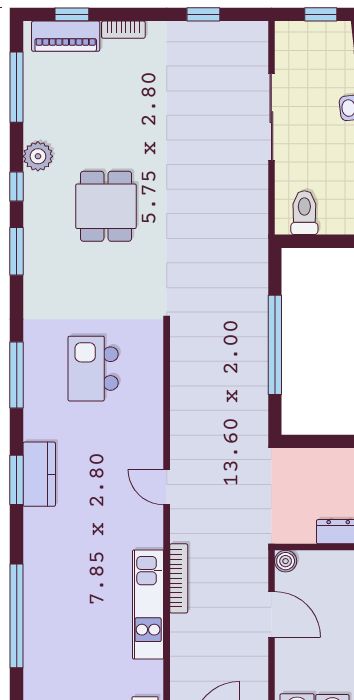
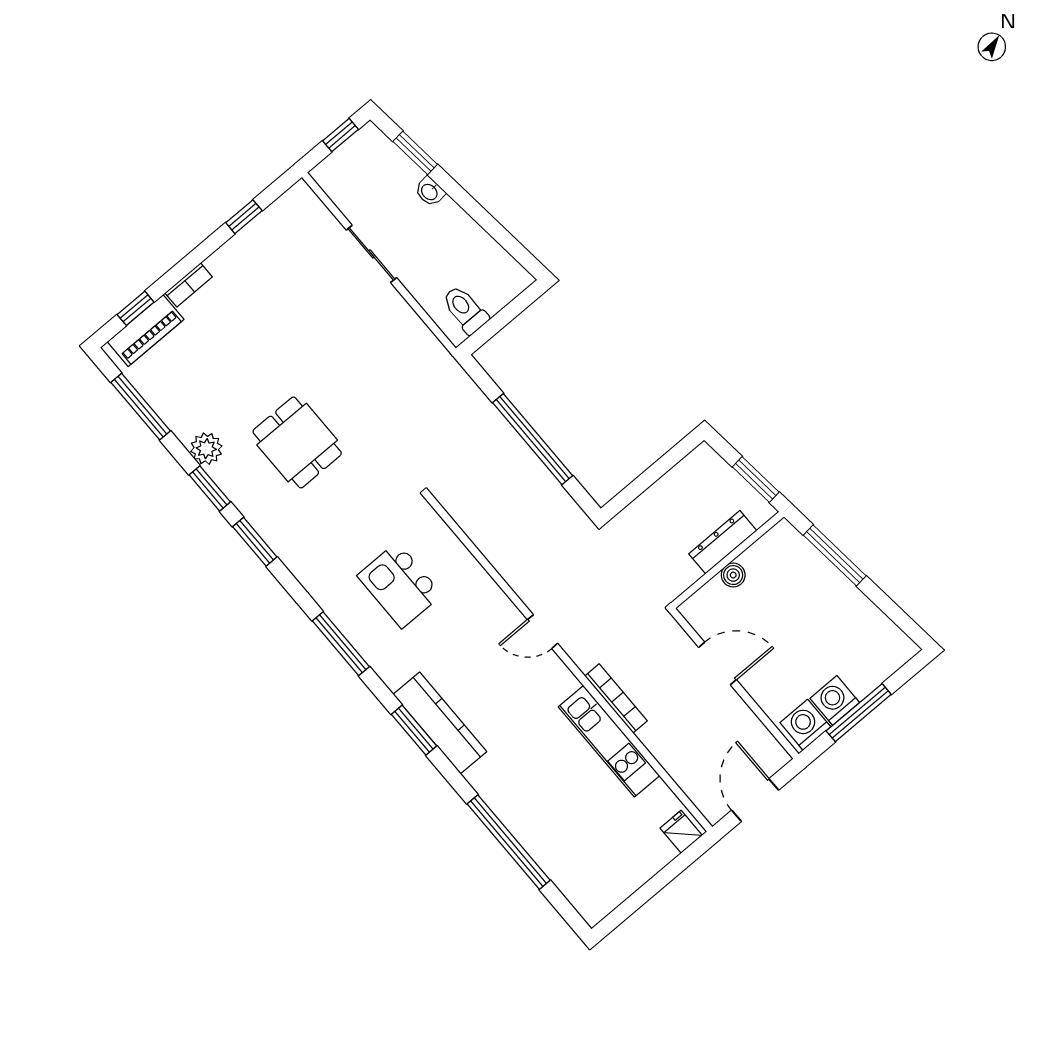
sliding door: (271, 117) -> (371, 254), width x0.73
window: (17, 186) -> (210, 488), width x1.50
kitchen counter: (39, 474) -> (440, 723), width x1.50
boiler: (286, 561) -> (733, 575), moved

